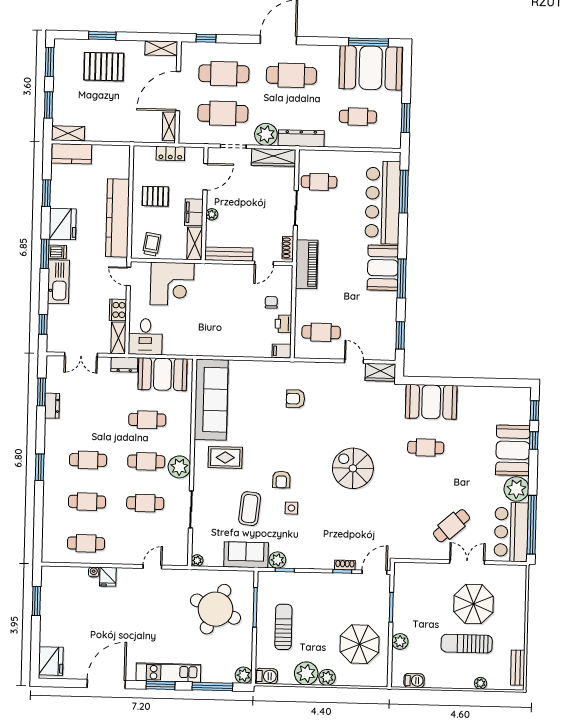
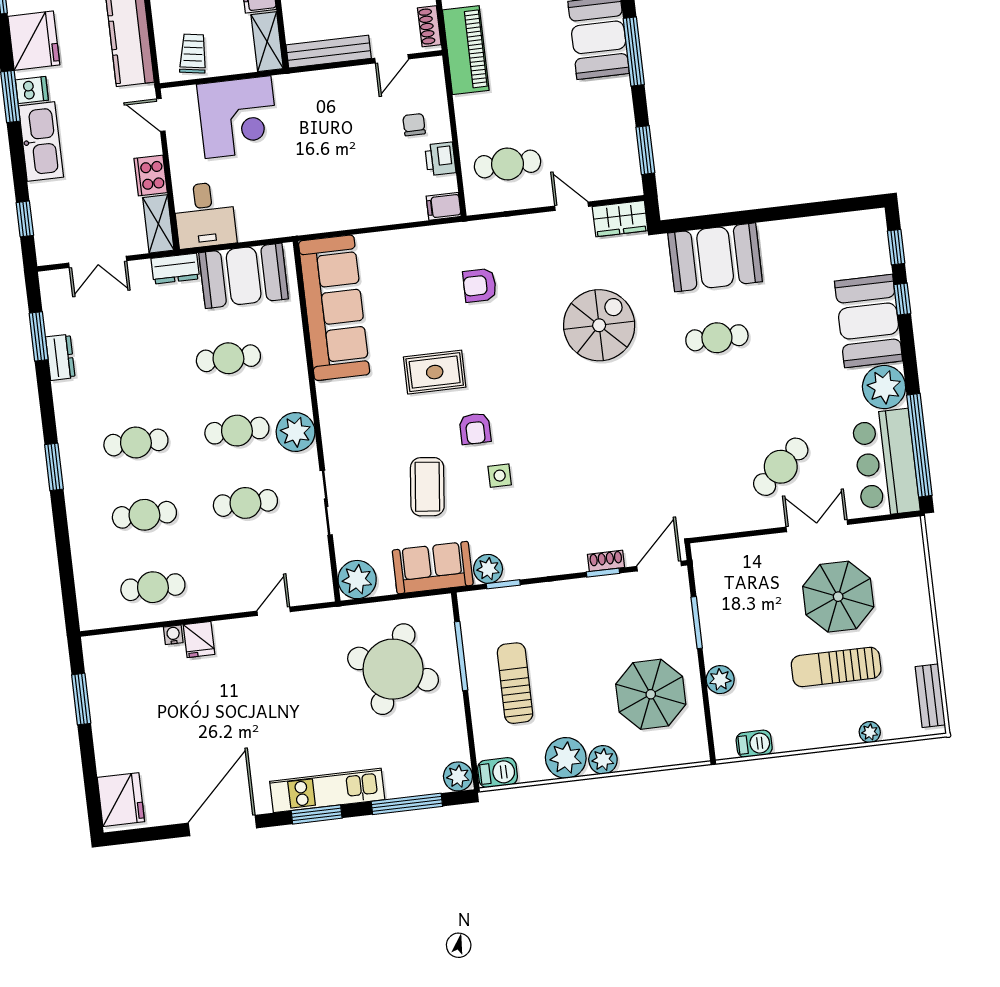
rug: (225, 457) -> (435, 372), moved
spiral stairs: (353, 468) -> (599, 325), moved, turned 90
plant: (197, 560) -> (357, 580), width x1.88, depth x1.88

